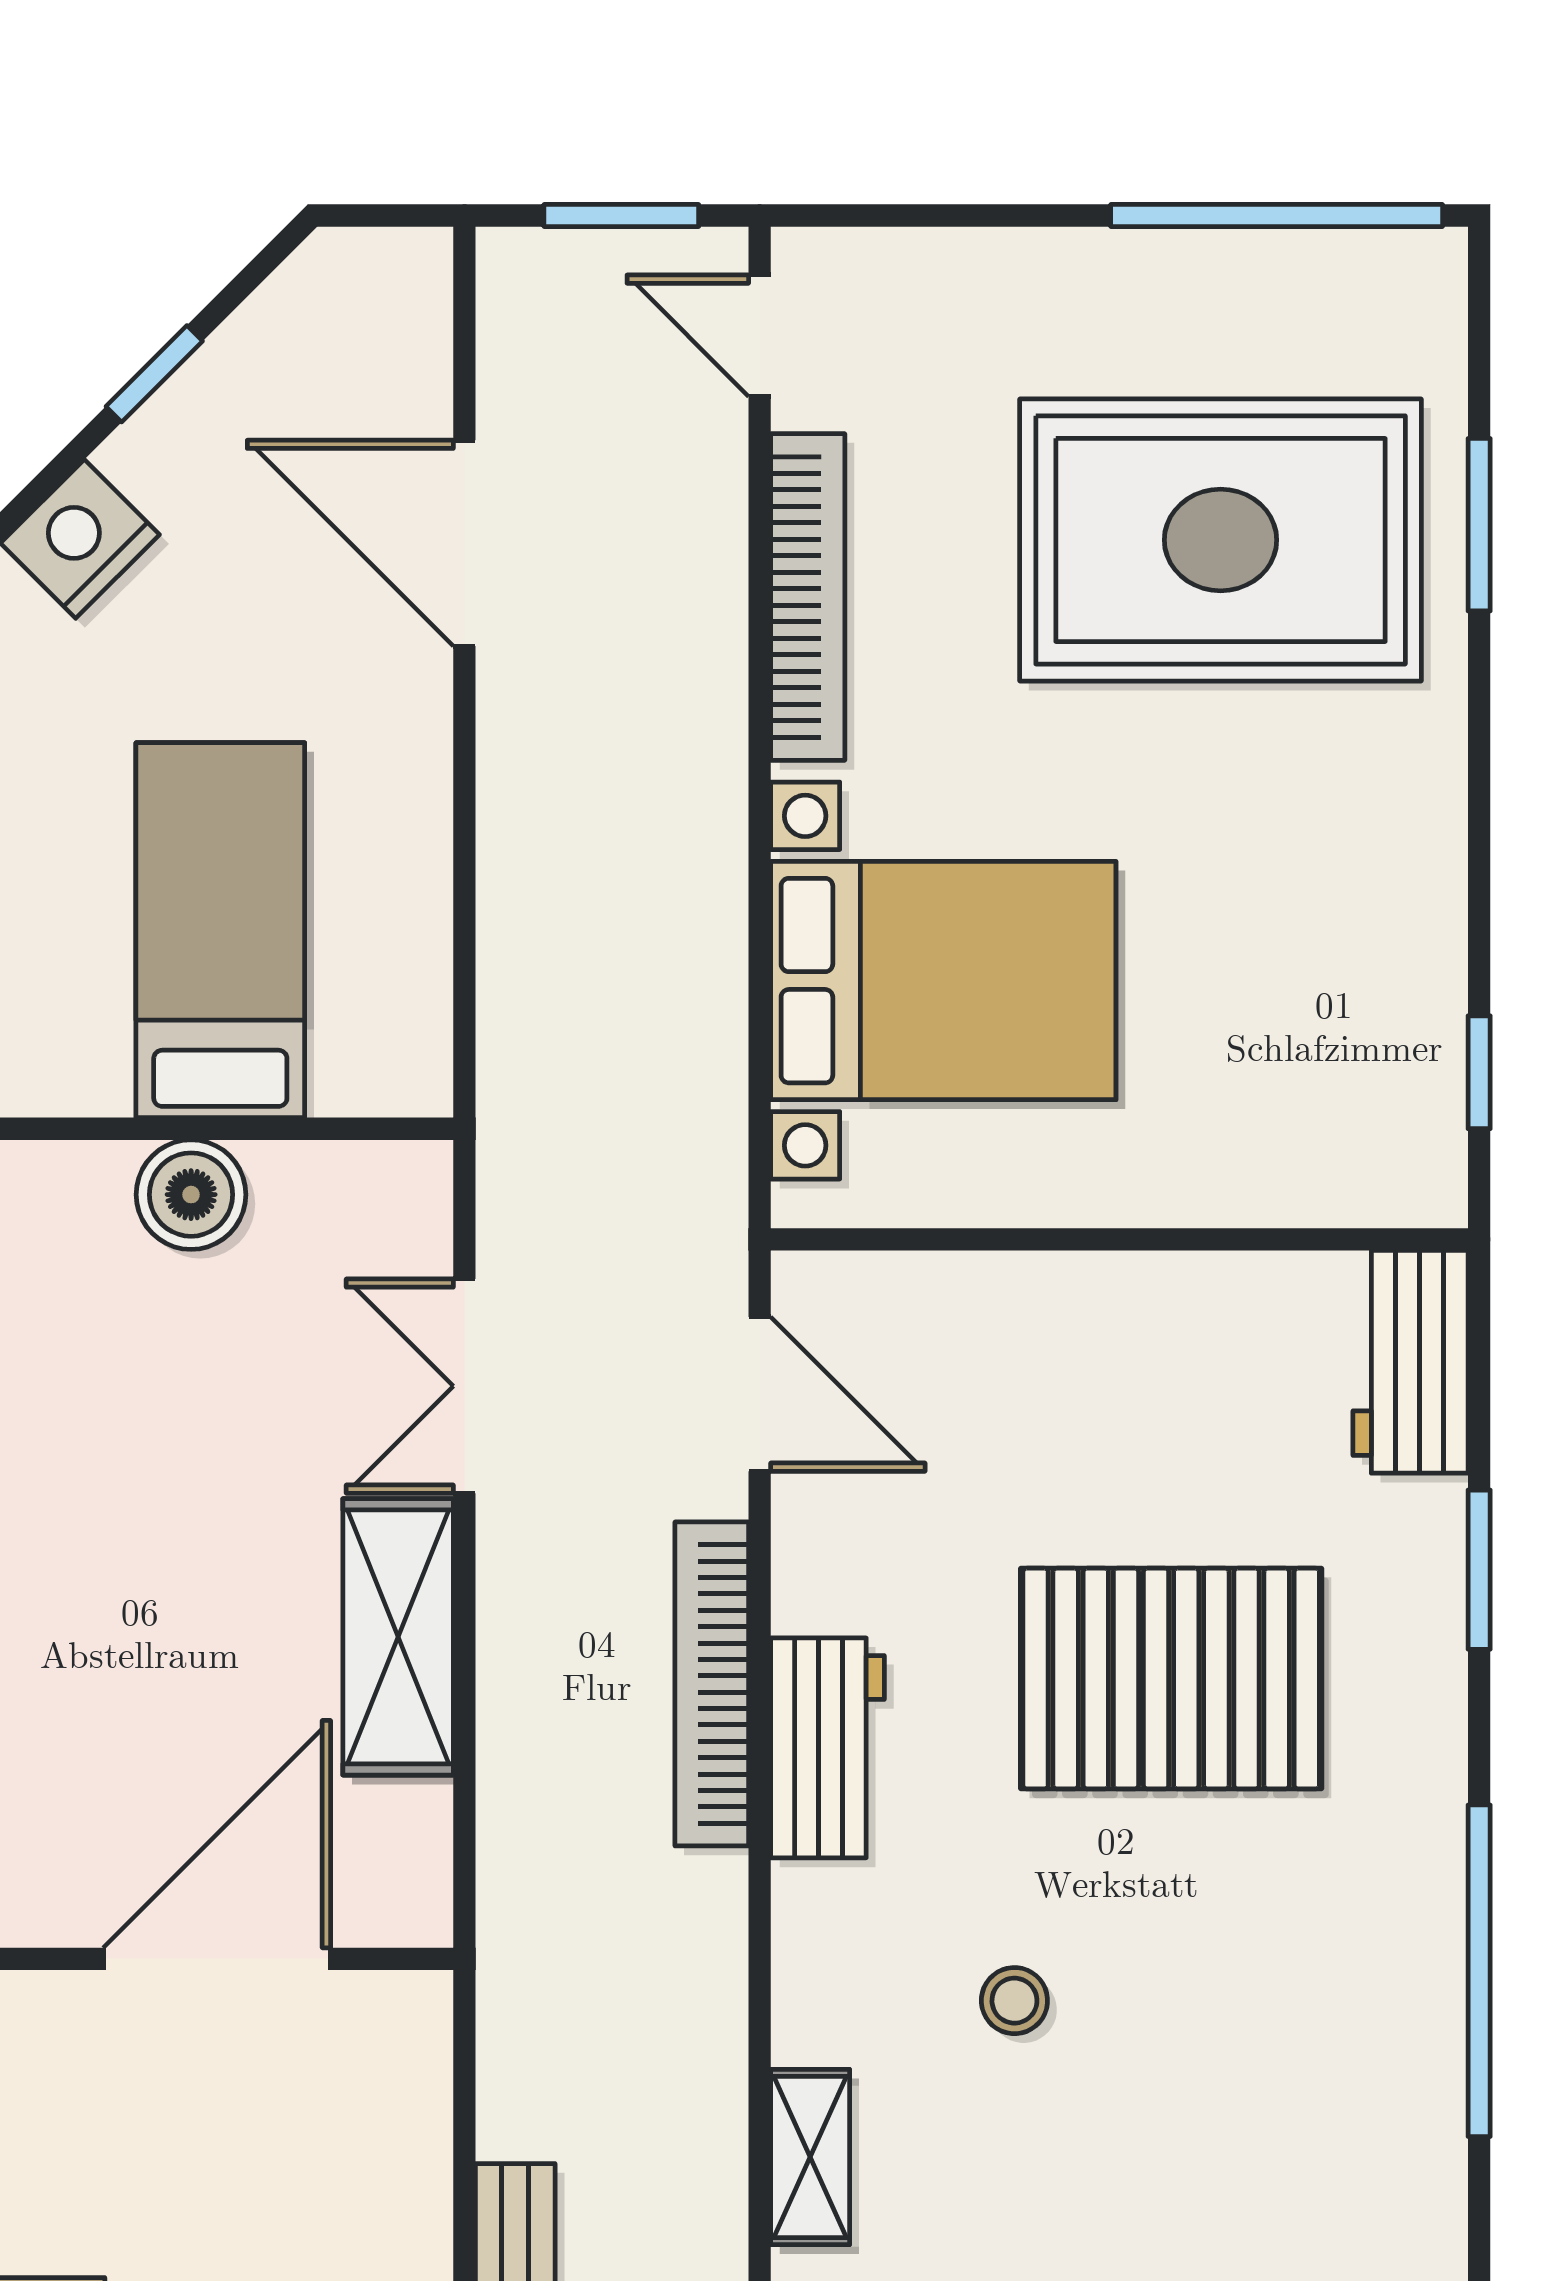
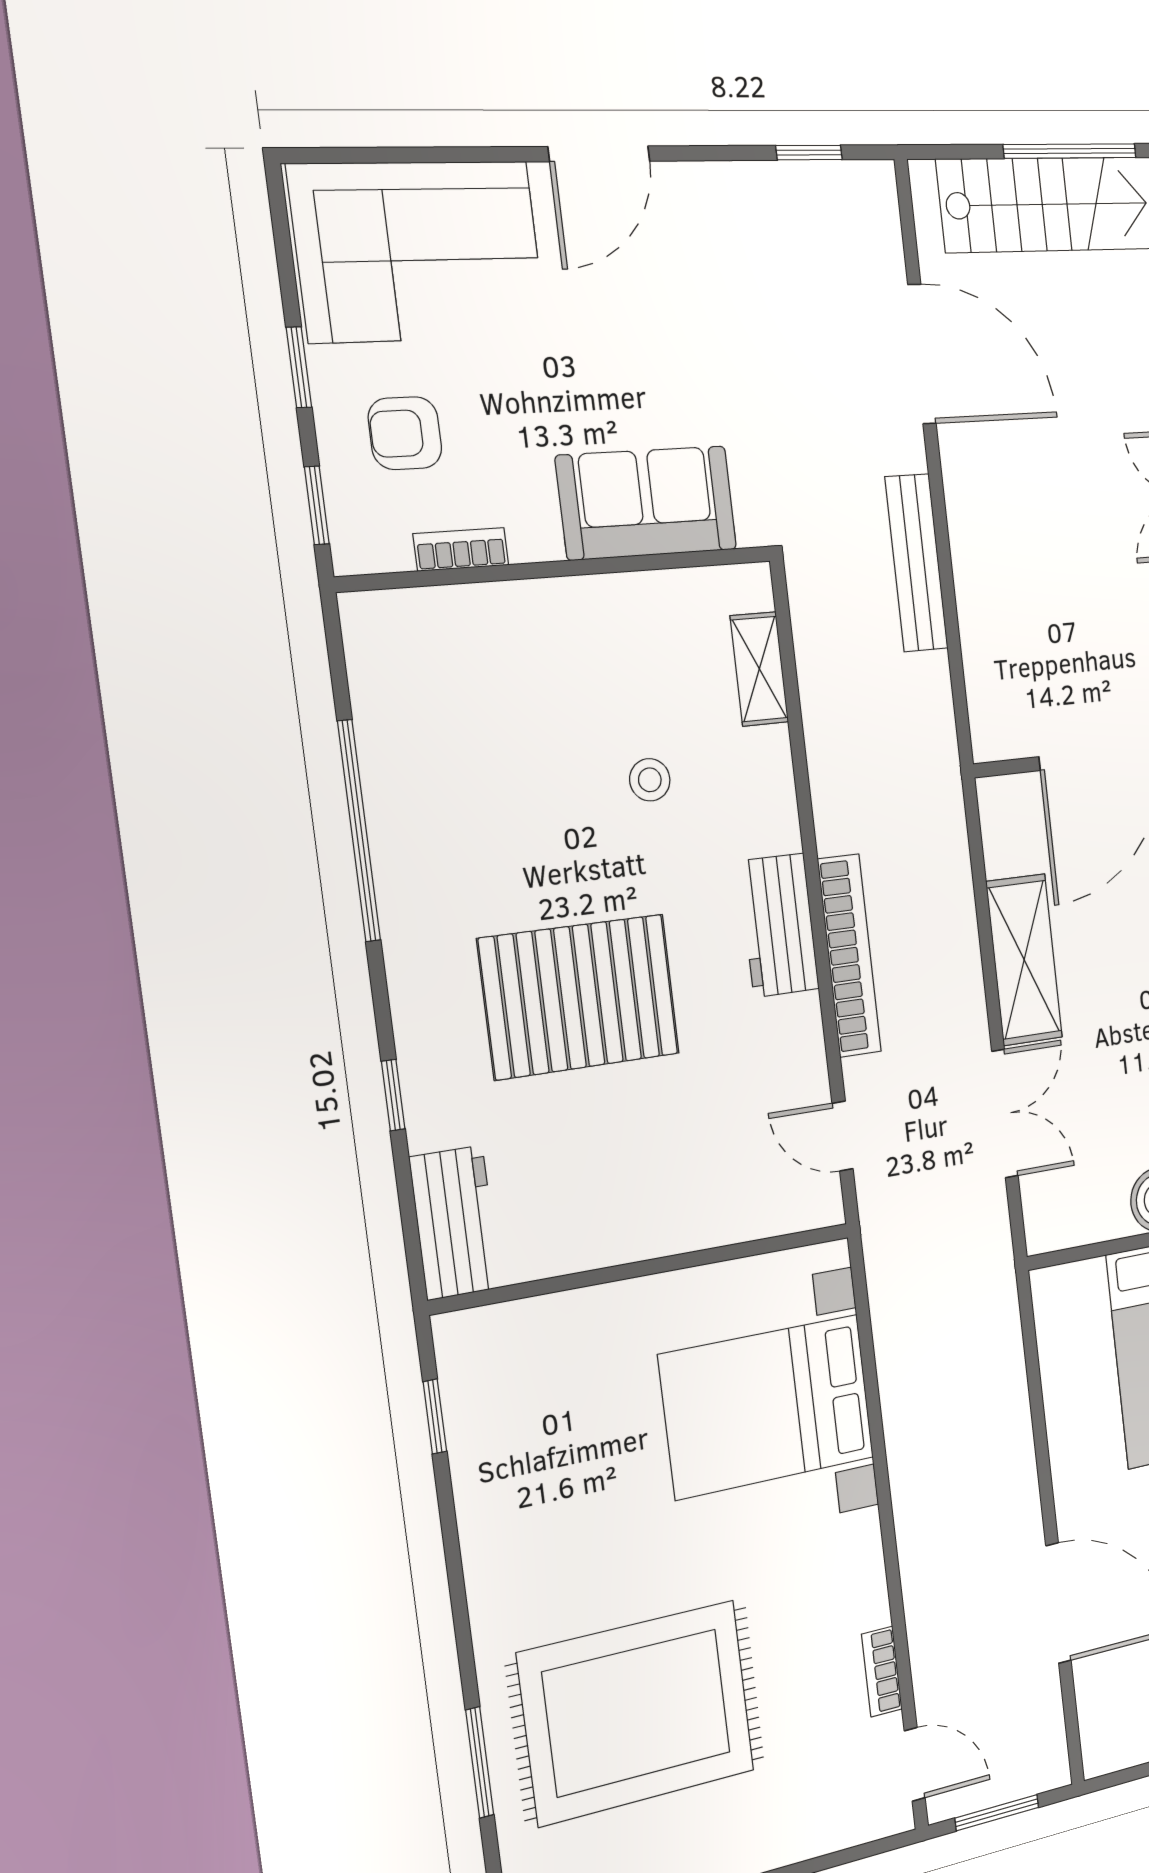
bookcase: (808, 597) -> (882, 1672), width x0.43, depth x0.76
door: (760, 1394) -> (843, 1136), width x0.73
window: (1479, 1570) -> (393, 1095), width x0.67

